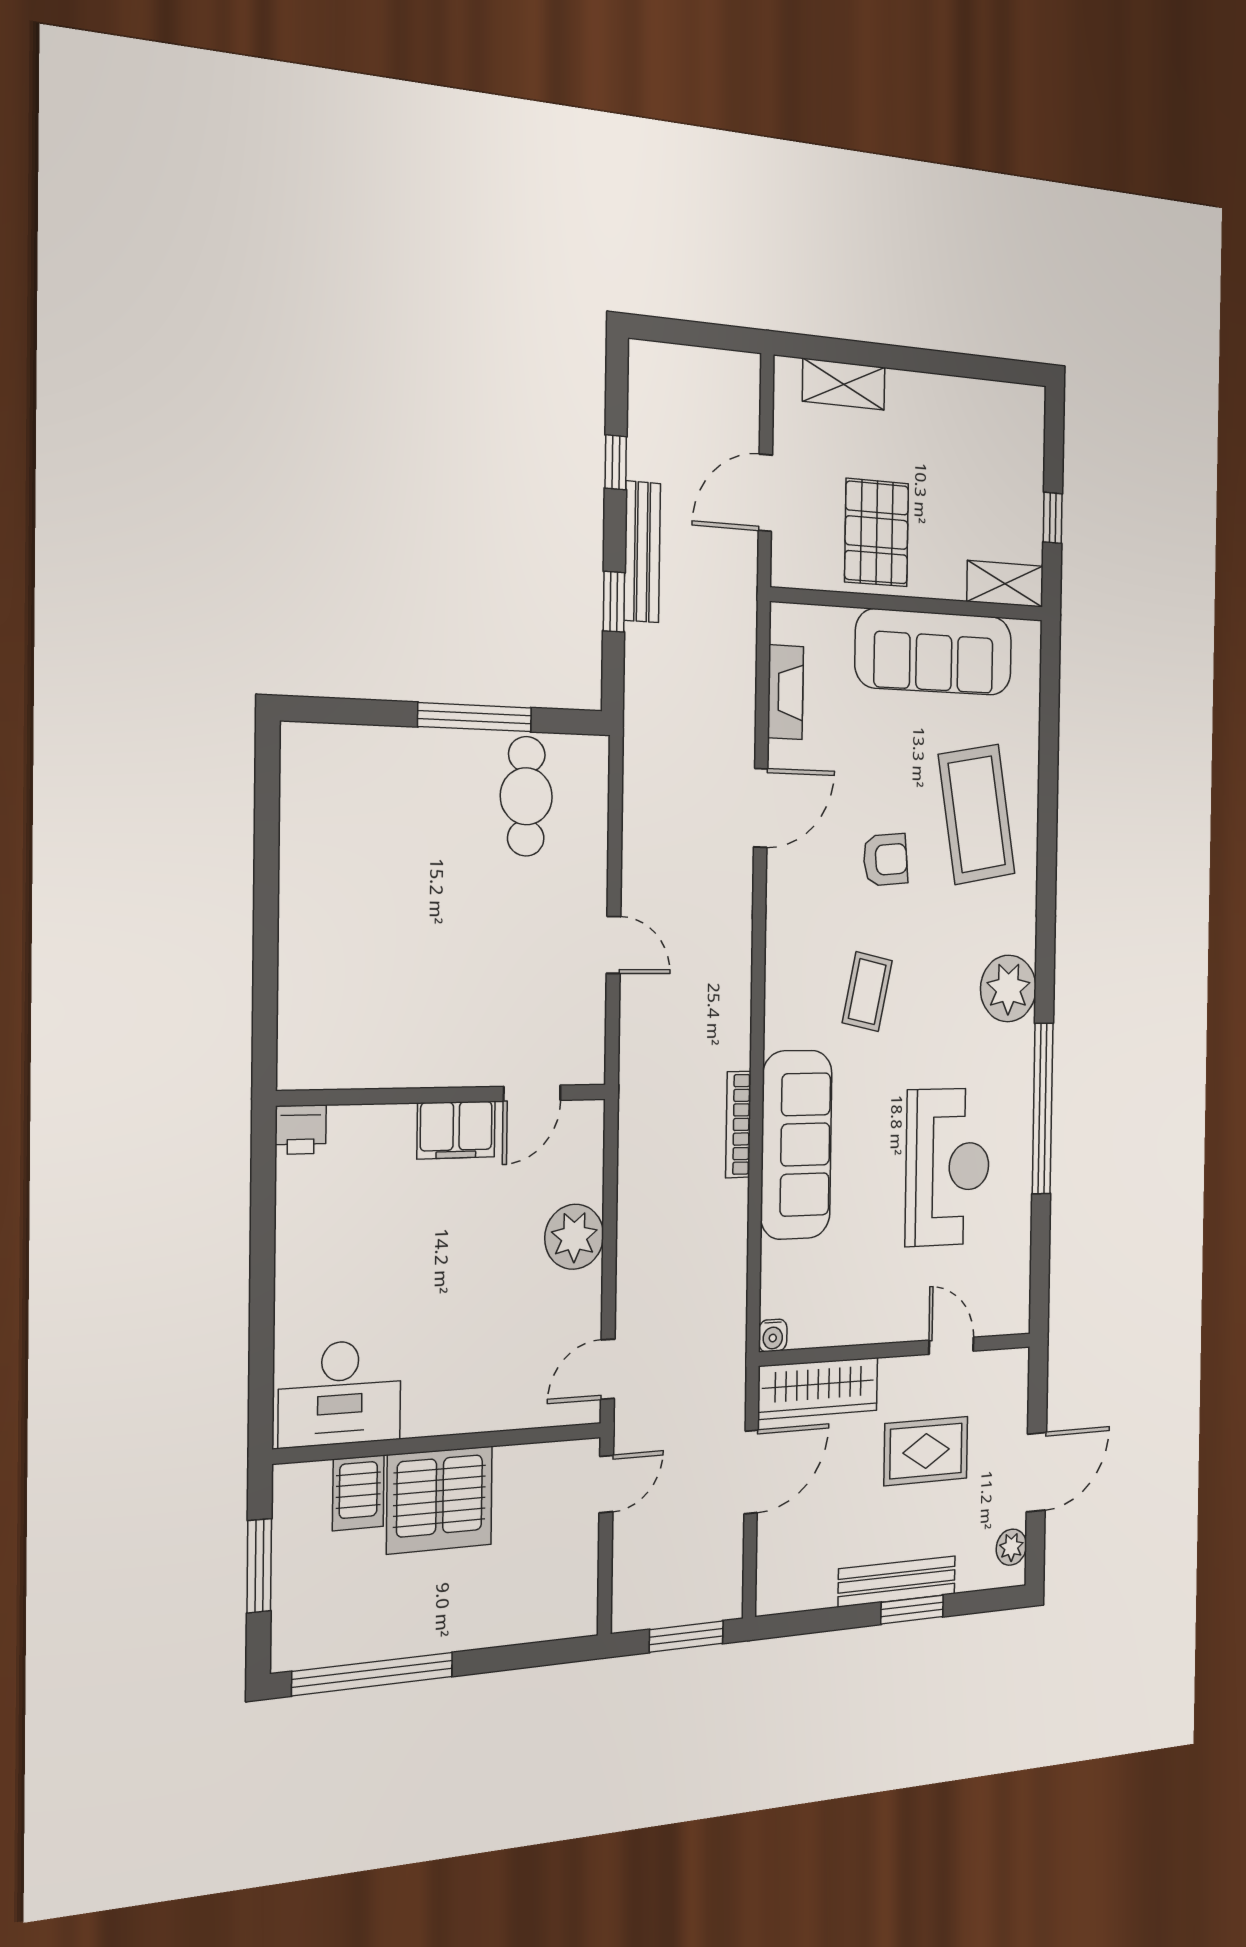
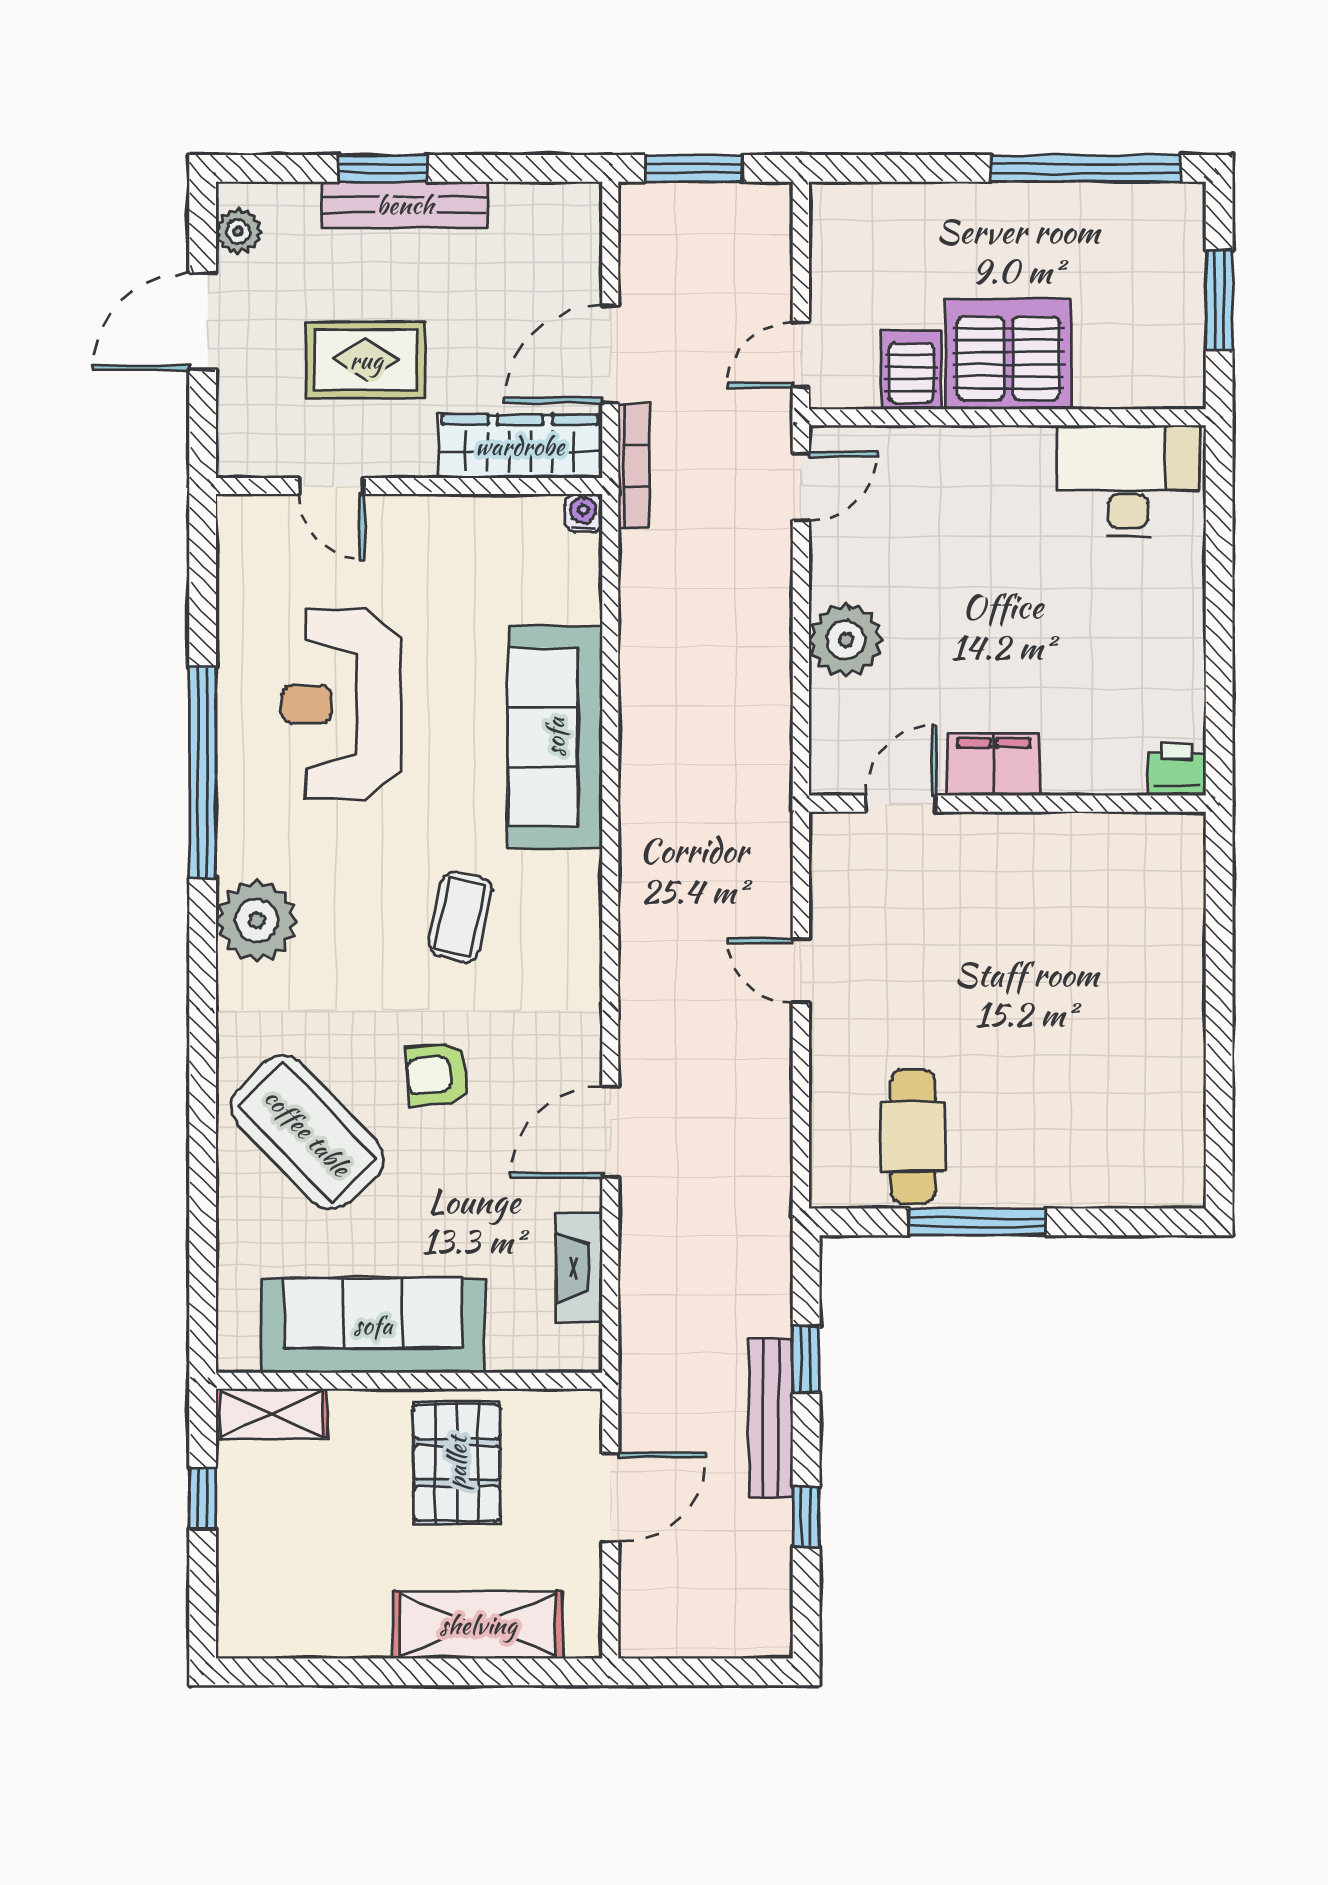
shelving: (844, 384) -> (478, 1625), width x1.50, depth x1.33
coffee table: (977, 814) -> (307, 1132), turned -34
bookcase: (738, 1125) -> (634, 466), moved
server rack: (358, 1493) -> (911, 370), moved

